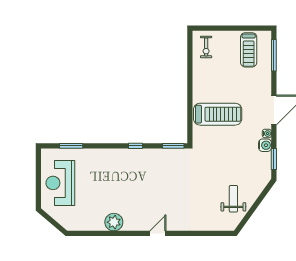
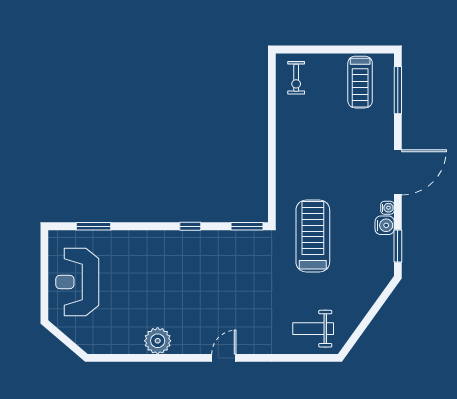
treadmill: (218, 114) -> (313, 236), moved, turned -90
weight bench: (233, 199) -> (313, 329), moved, turned -90

